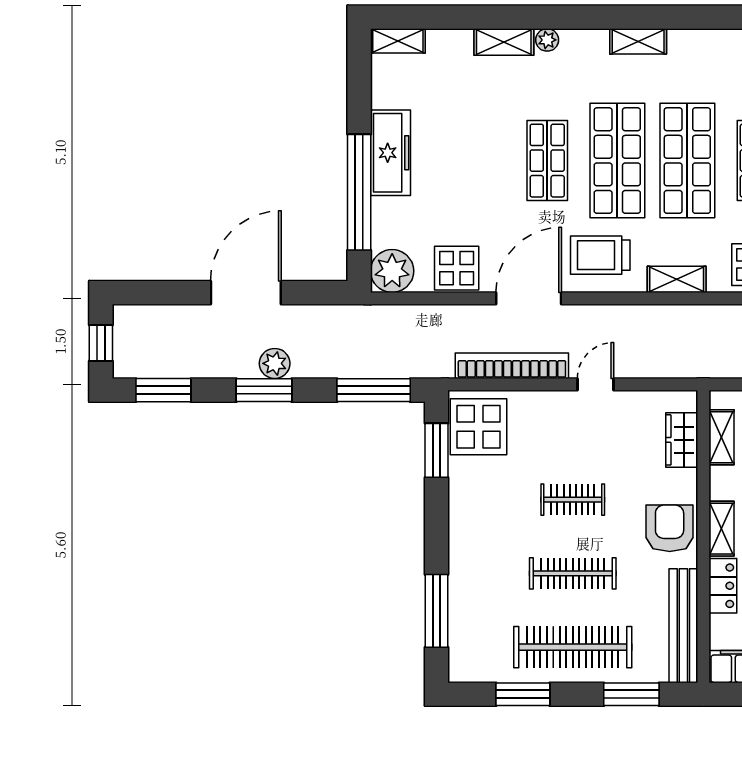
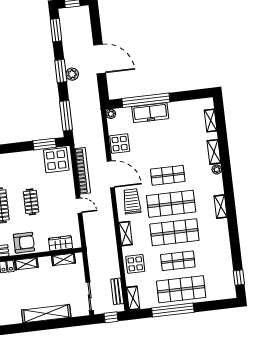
shelving: (398, 41) -> (211, 120), moved
freezer: (390, 153) -> (150, 113), moved
plant: (392, 271) -> (111, 114), width x0.53, depth x0.53

